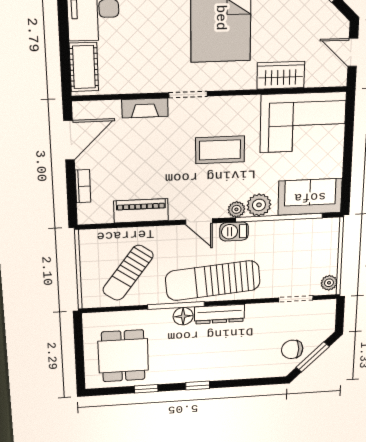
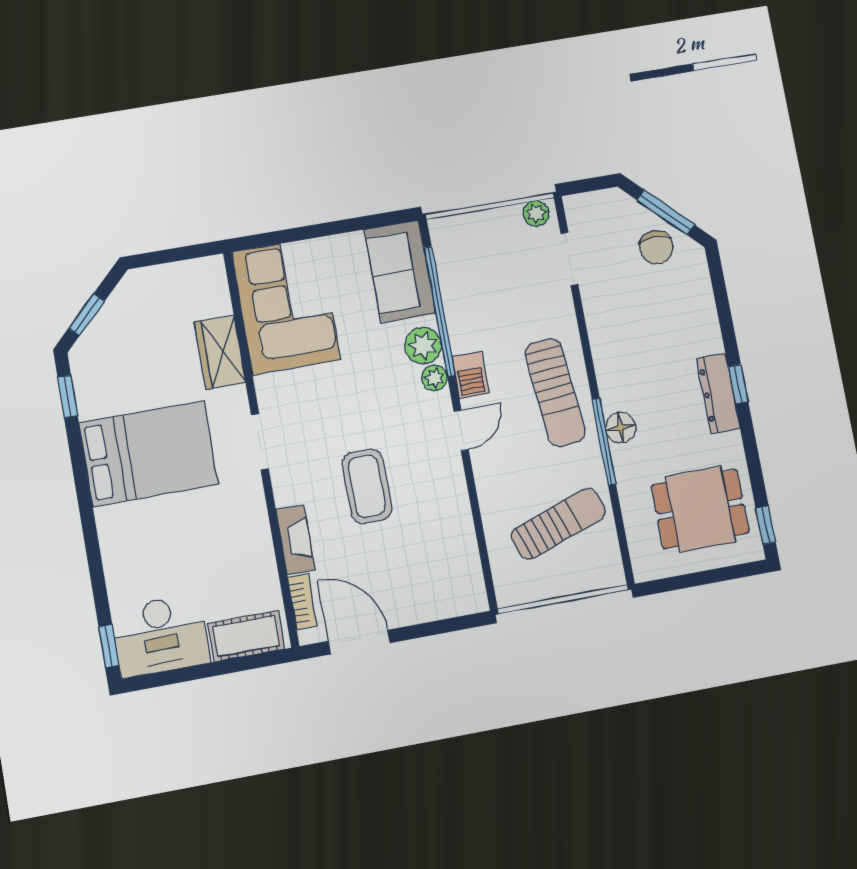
door: (353, 52) -> (172, 255), removed
doorway: (188, 94) -> (260, 442), moved
coffee table: (220, 150) -> (367, 486), moved
bookcase: (83, 186) -> (302, 602), moved, turned 90
piano: (141, 211) -> (455, 520), removed
sun lounger: (128, 273) -> (559, 524), turned -55
sun lounger: (213, 281) -> (555, 392), width x0.73, depth x0.75
dresser: (220, 314) -> (718, 393), moved, turned 180
window: (146, 389) -> (766, 525), moved

